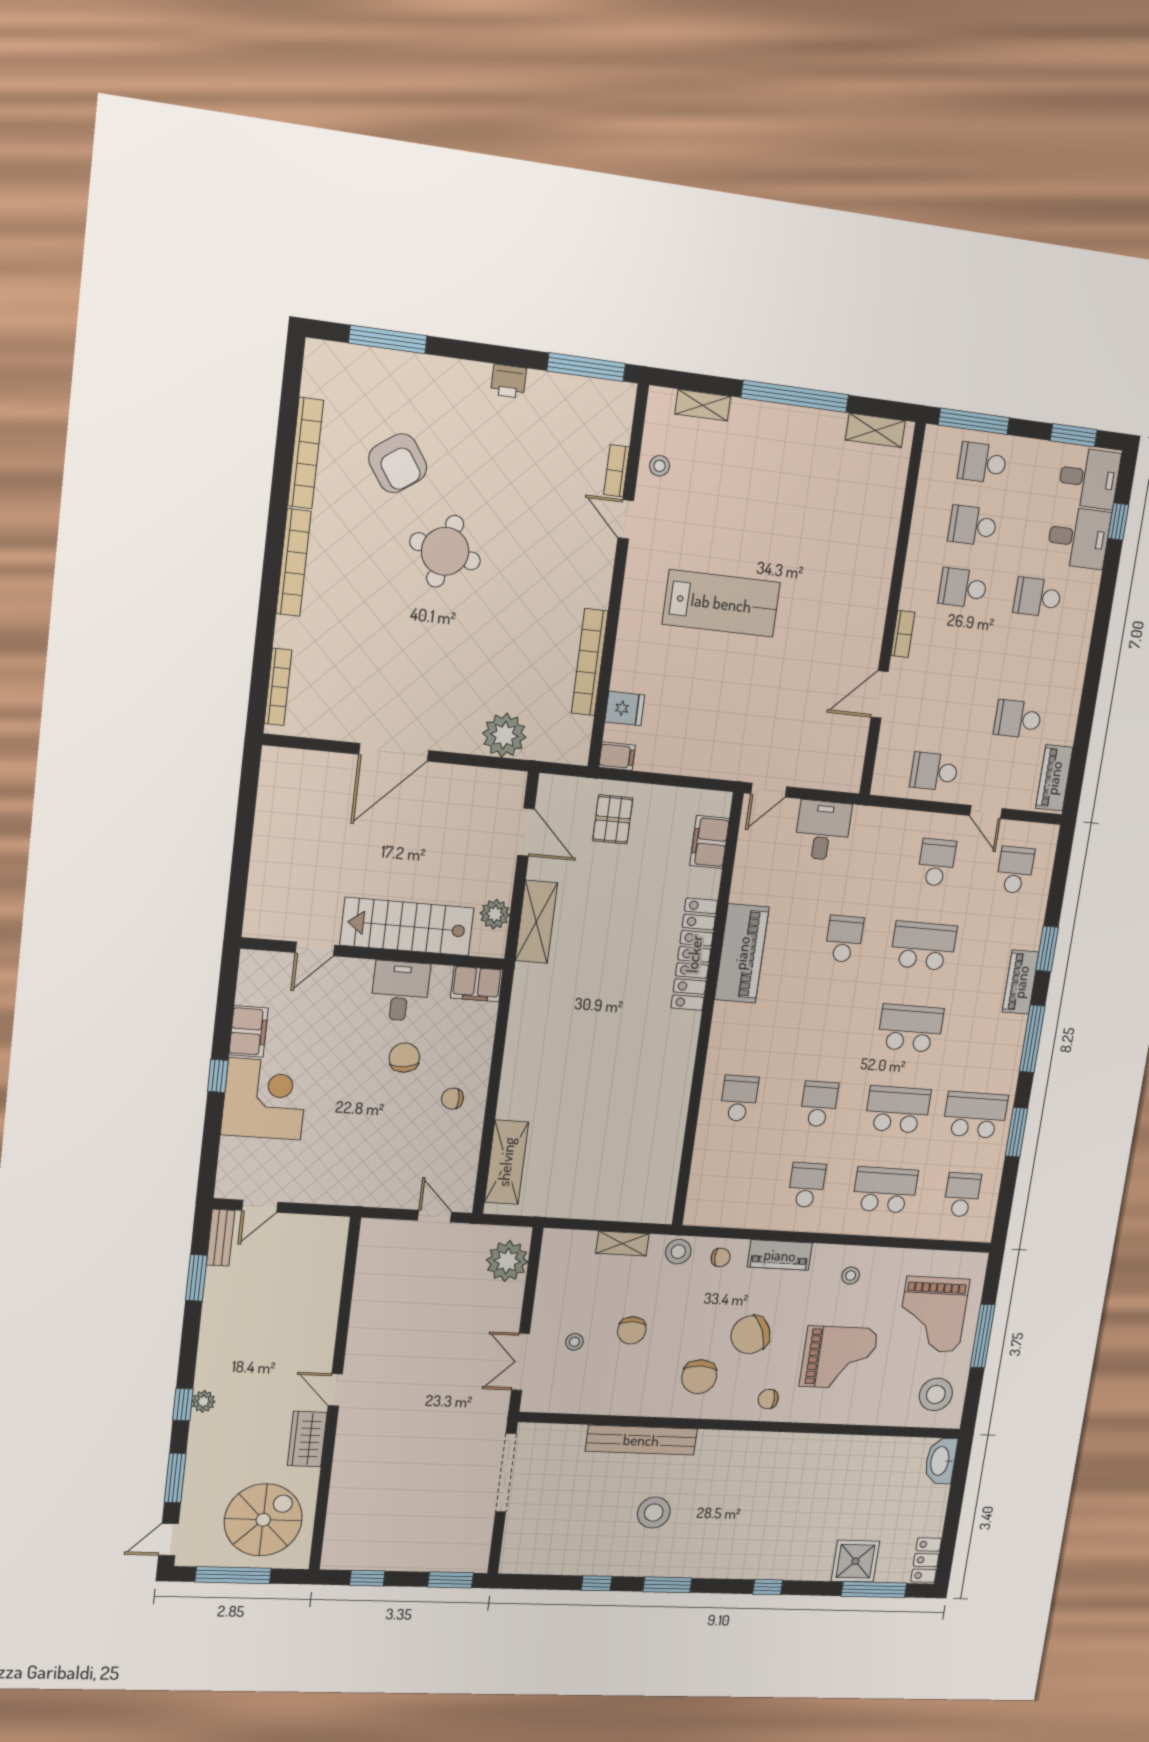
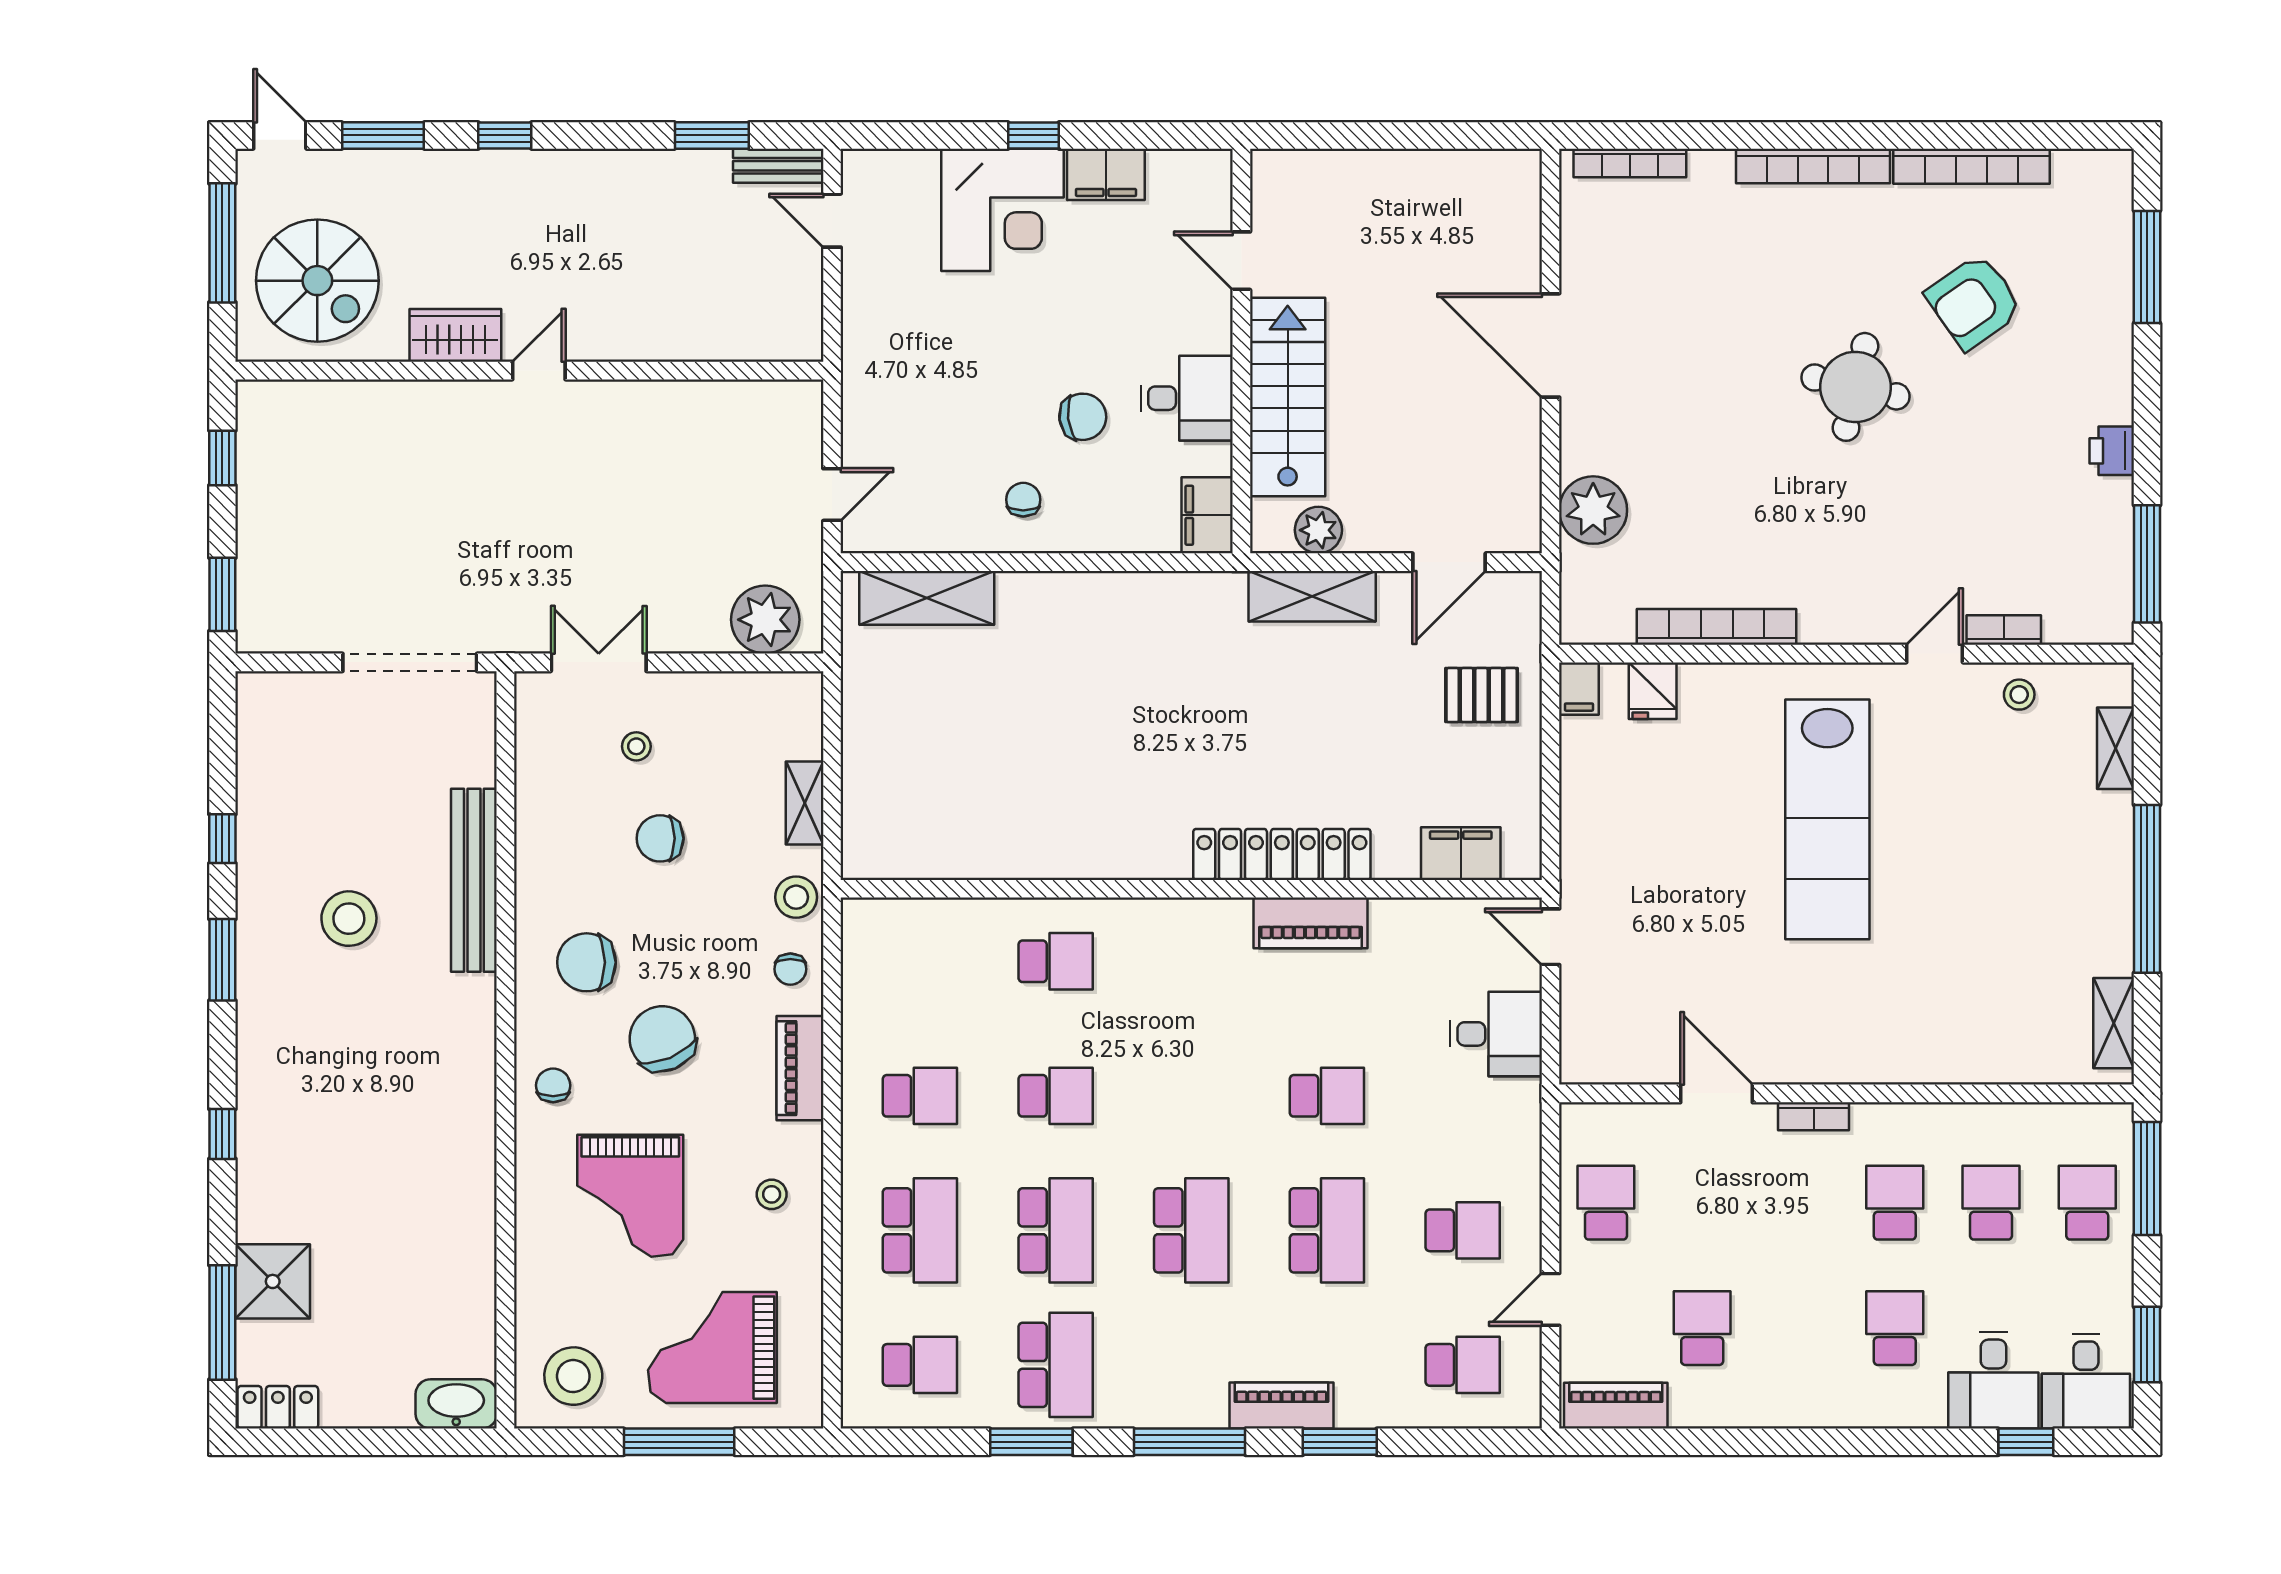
lab bench: (721, 603) -> (1827, 819), width x1.36
piano: (742, 953) -> (1311, 923), width x0.73, depth x0.75
plant: (203, 1401) -> (511, 167), removed

